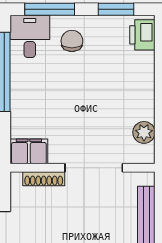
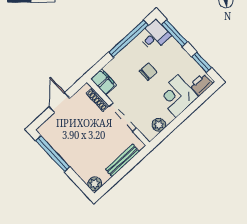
chair: (72, 41) -> (148, 72), moved
corner desk: (129, 78) -> (177, 96), added

